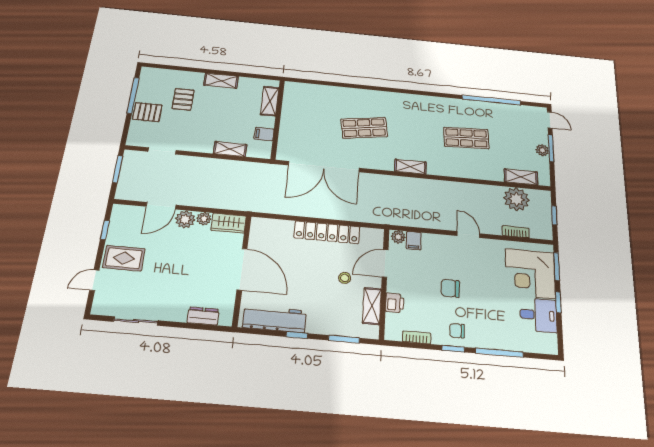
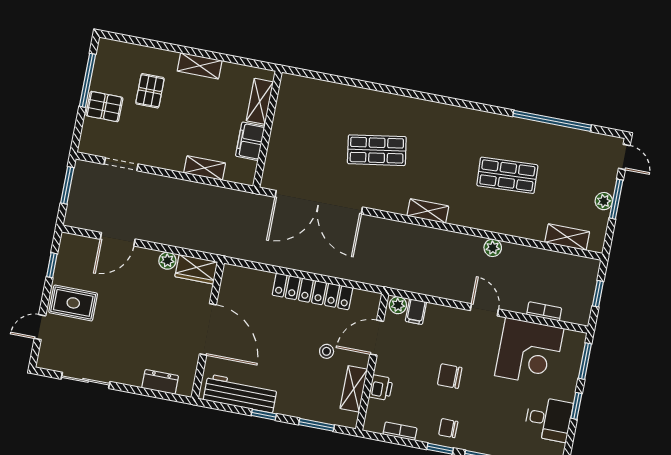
filing cabinet: (264, 134) -> (250, 141), width x2.00
plant: (516, 199) -> (493, 248), moved, width x0.53, depth x0.53
plant: (185, 219) -> (145, 260), removed
corner desk: (530, 274) -> (529, 352), moved, turned -90

